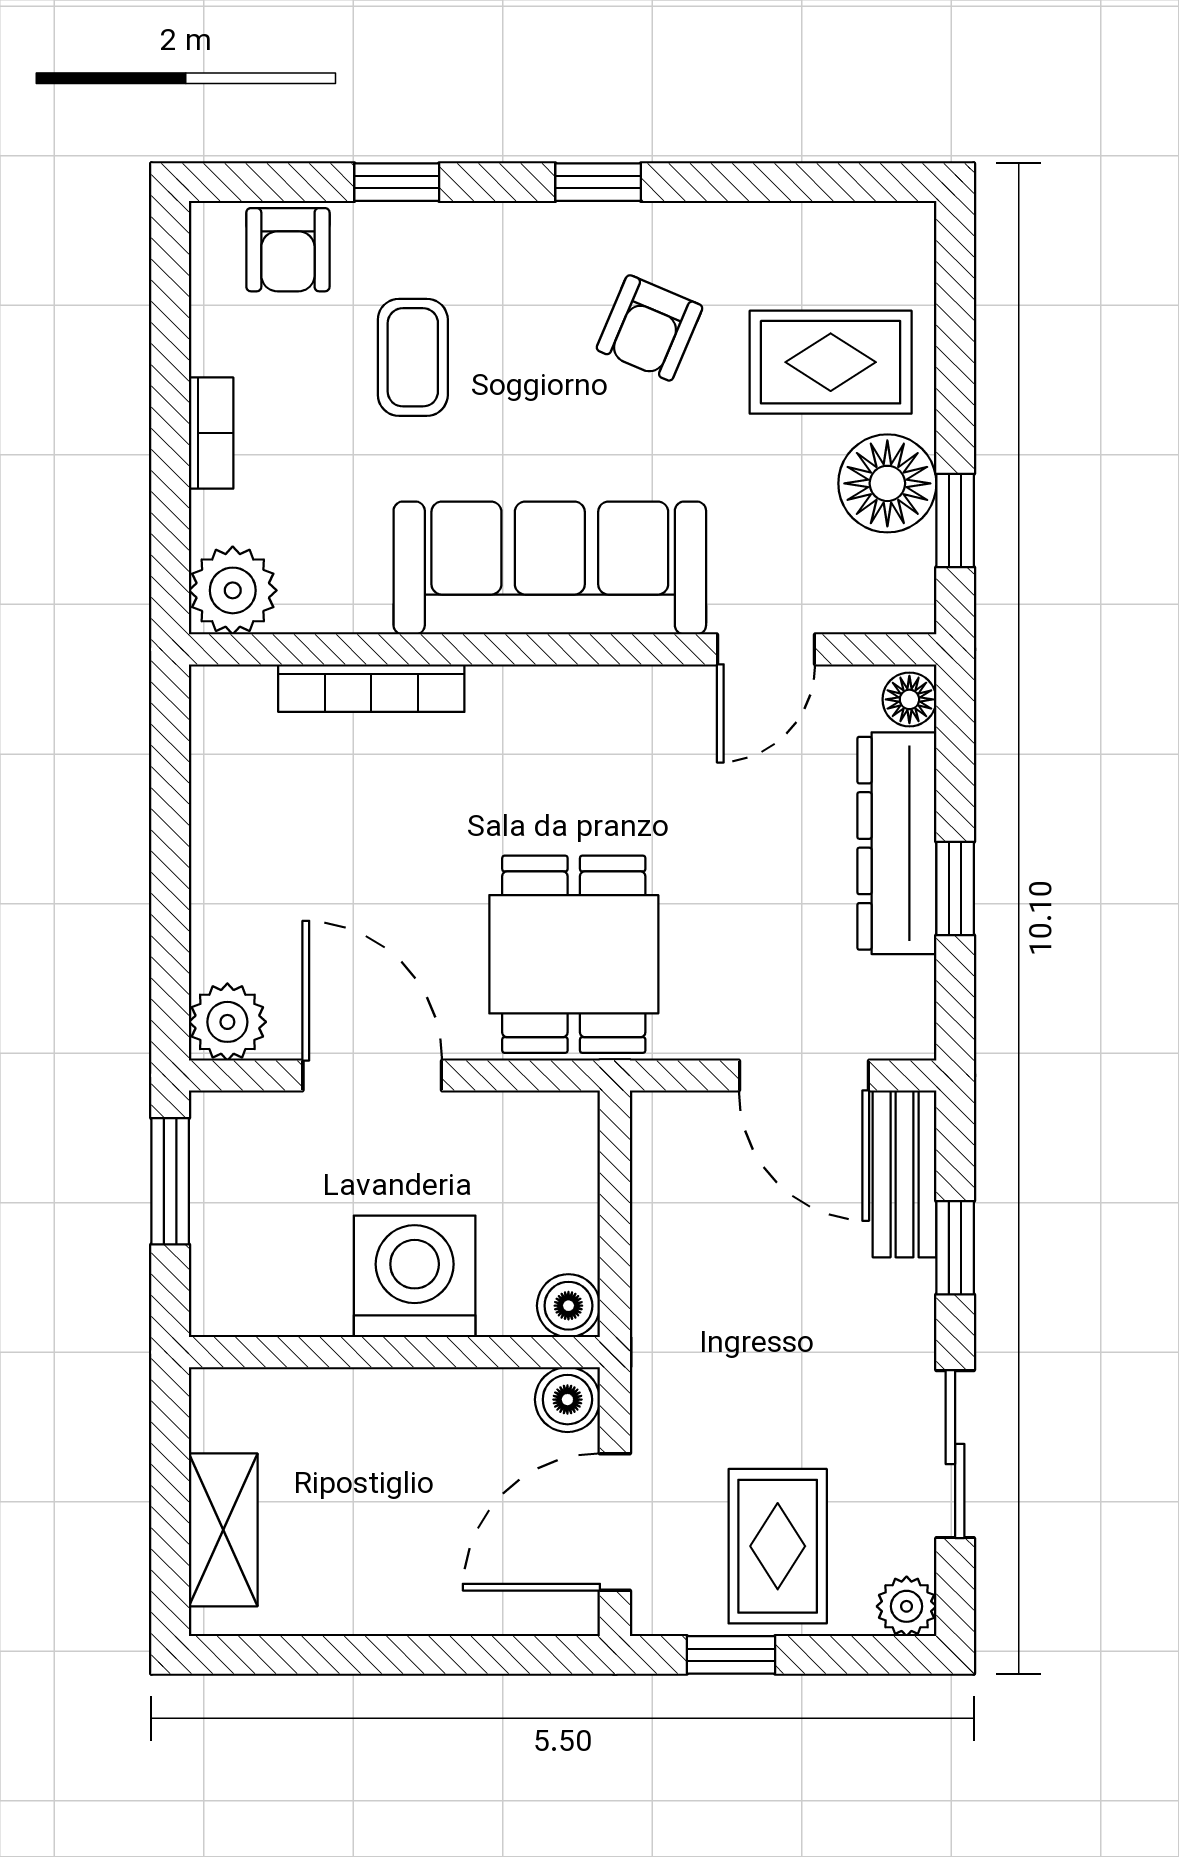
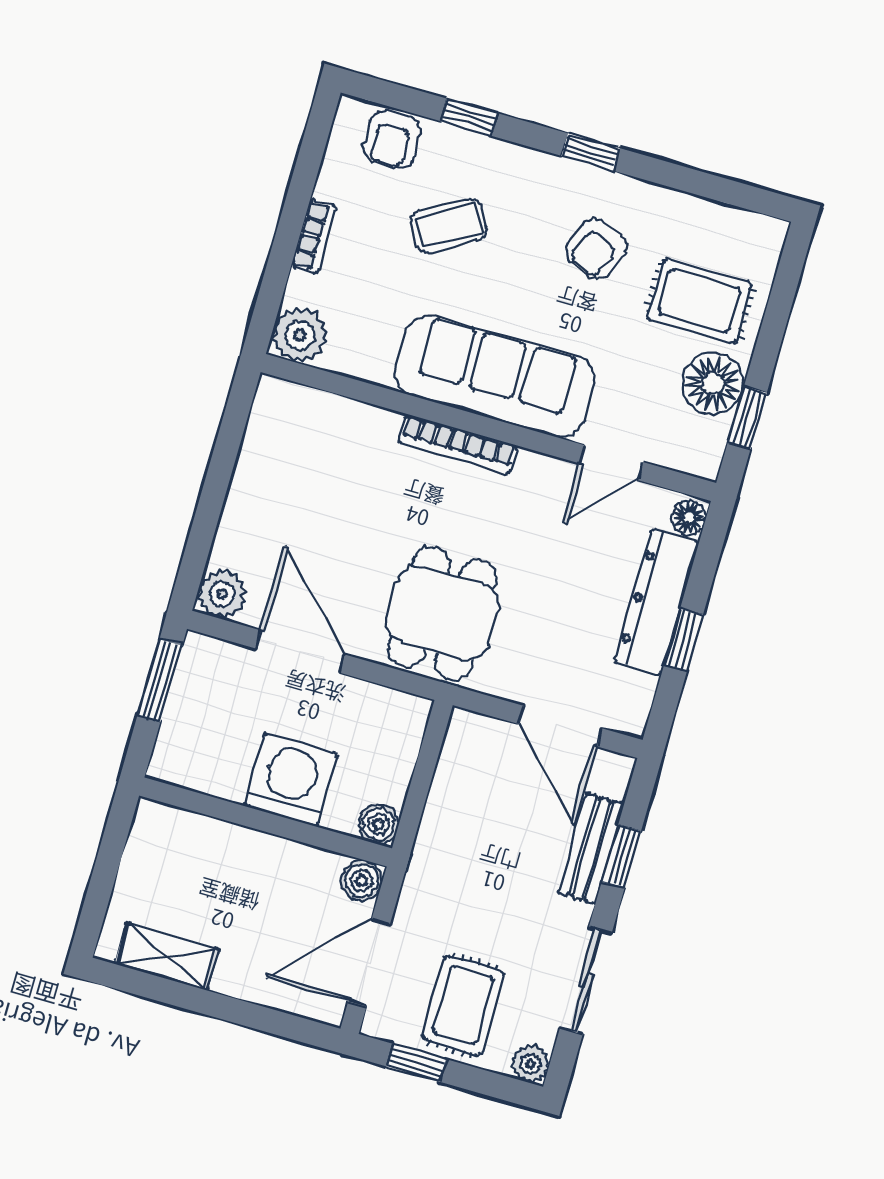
coffee table: (413, 357) -> (449, 226), turned 60
bookcase: (371, 688) -> (458, 444), moved
bench: (905, 1174) -> (591, 848), moved
shelving: (223, 1530) -> (167, 957), moved, turned 90

